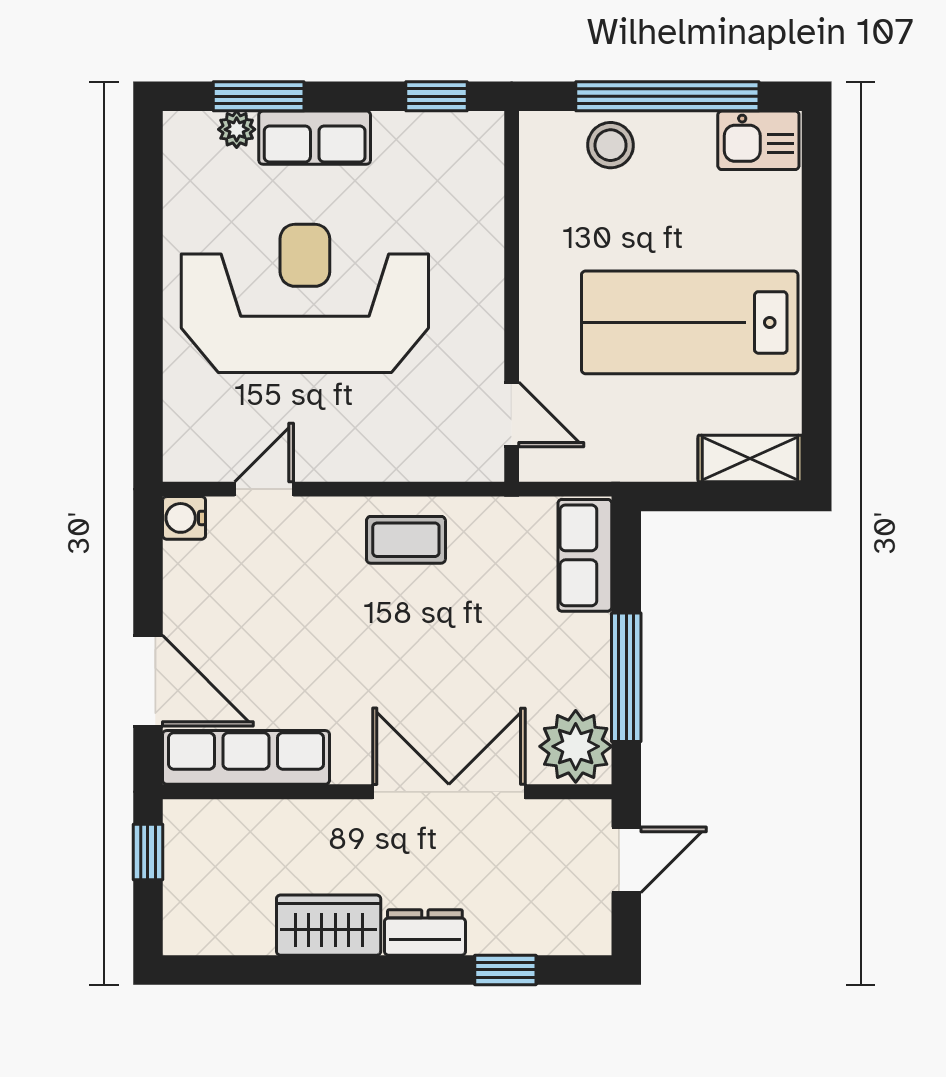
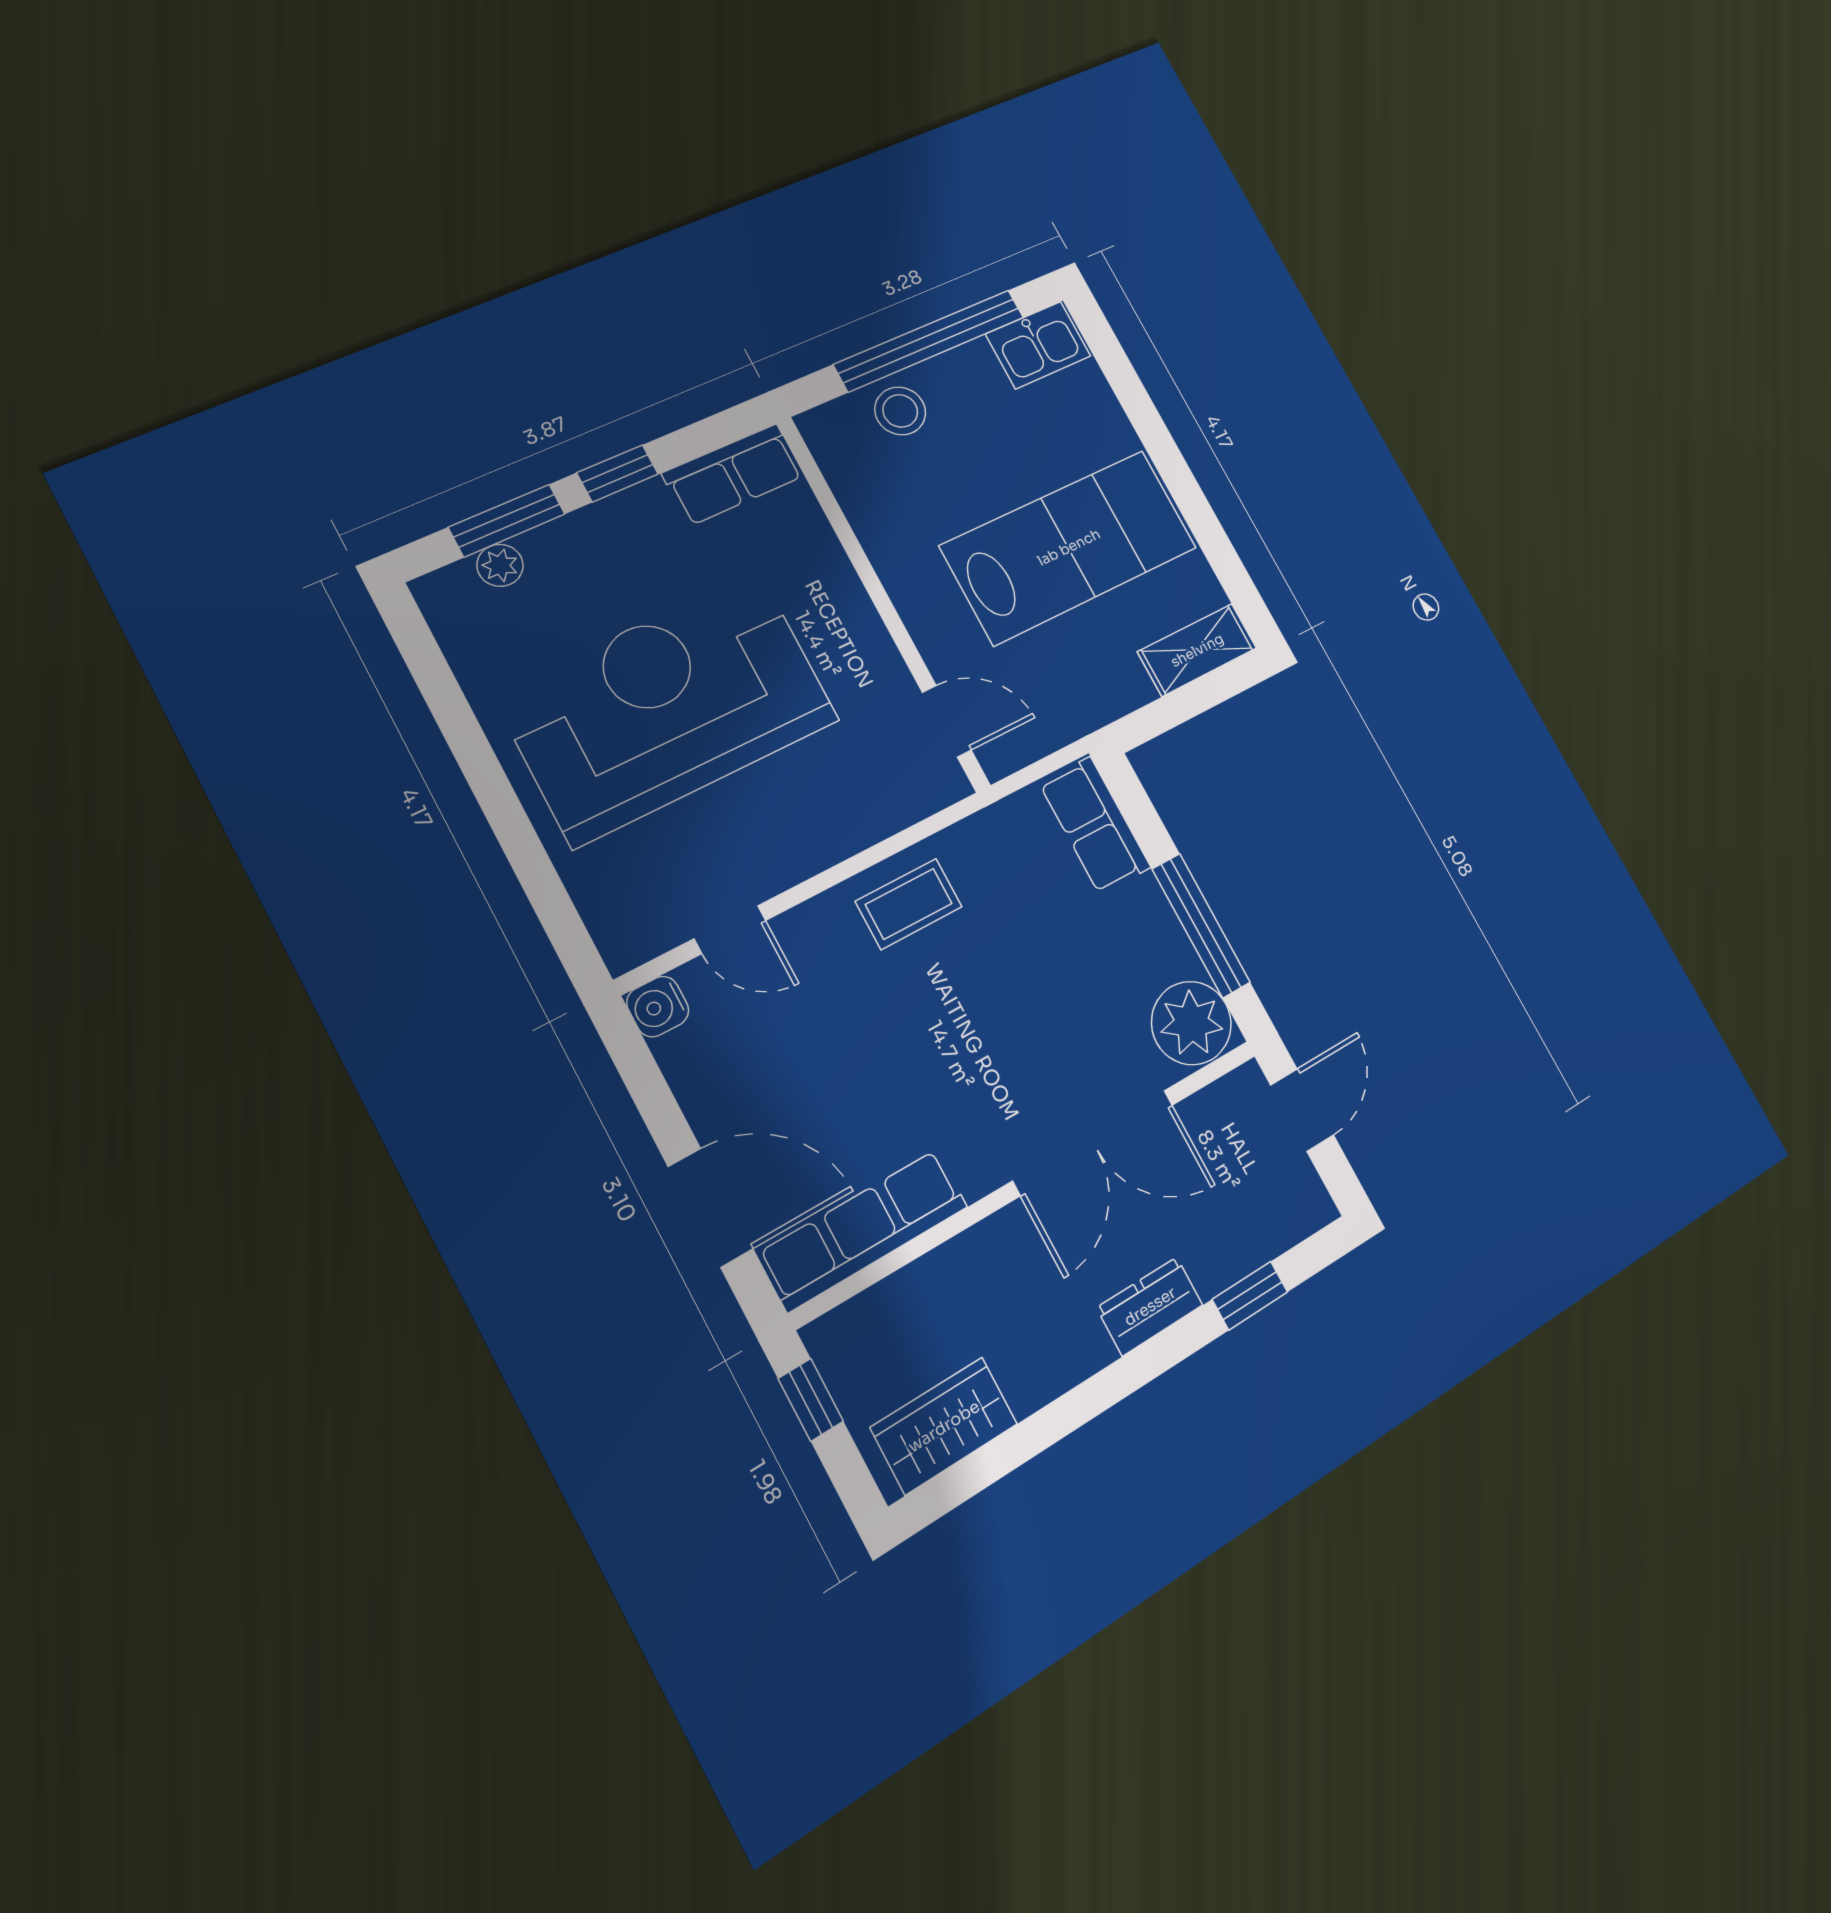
window: (437, 96) -> (618, 473), moved
row of seats: (315, 138) -> (733, 475), moved
lab bench: (690, 322) -> (1069, 547), turned 180
door: (264, 489) -> (730, 930), swing flipped
double door: (449, 792) -> (1093, 1143), swing flipped
wardrobe: (329, 925) -> (944, 1426), moved

